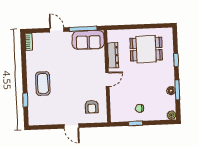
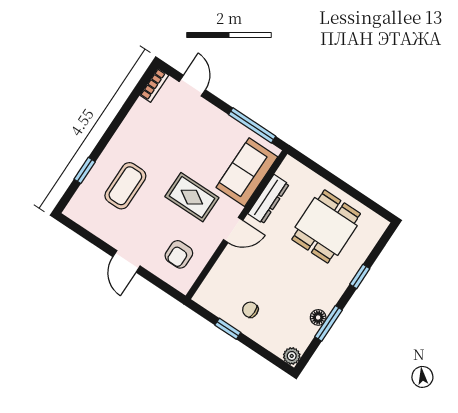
door: (57, 30) -> (192, 86), moved
sofa: (88, 40) -> (247, 172), moved, turned 90
dining table: (146, 49) -> (326, 226), turned 90
rug: (80, 78) -> (192, 197), added
coffee table: (43, 84) -> (125, 186), moved

